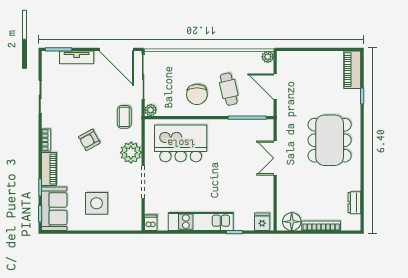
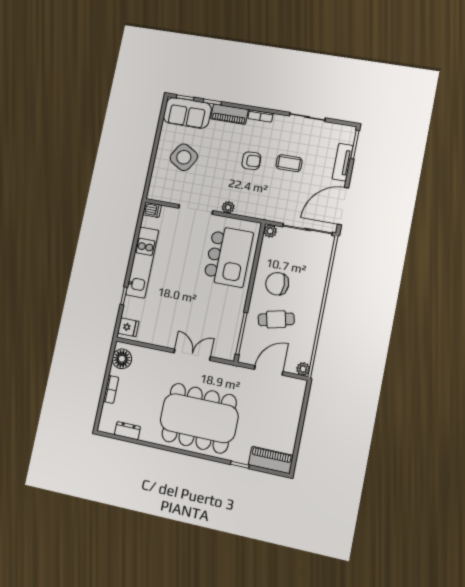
coffee table: (124, 117) -> (289, 163), moved
armchair: (89, 140) -> (251, 161), turned 117
dining table: (330, 140) -> (199, 418), width x1.36, depth x1.24
plant: (131, 153) -> (228, 207), width x0.53, depth x0.53
side table: (97, 203) -> (184, 157), turned 30
bookcase: (321, 226) -> (111, 389), width x0.64

